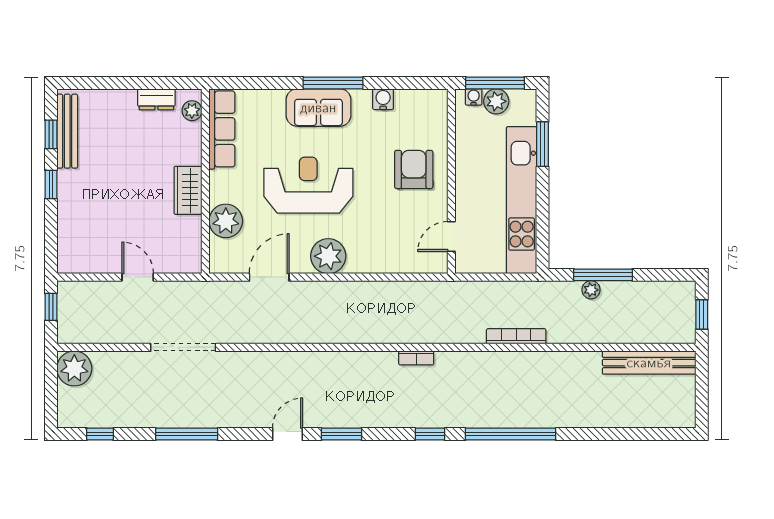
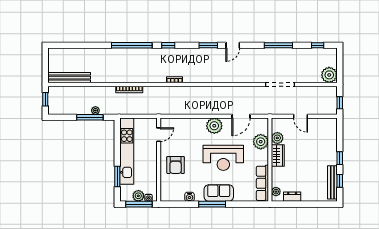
plant: (189, 229) -> (277, 138), added

